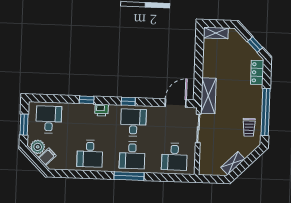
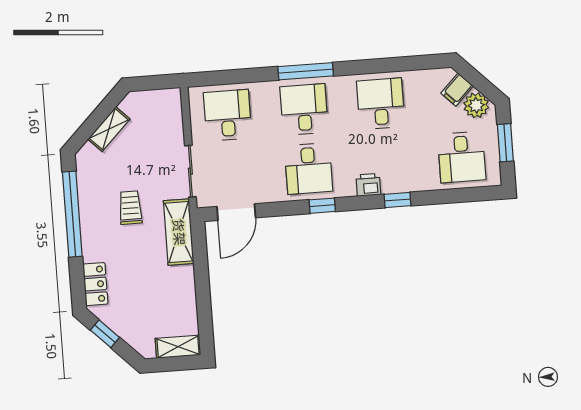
trolley: (249, 127) -> (130, 208), moved
shelving: (233, 163) -> (109, 129), moved

